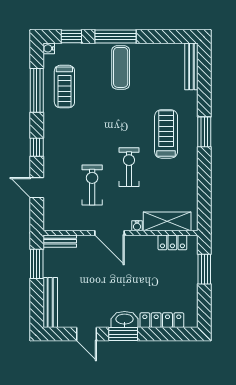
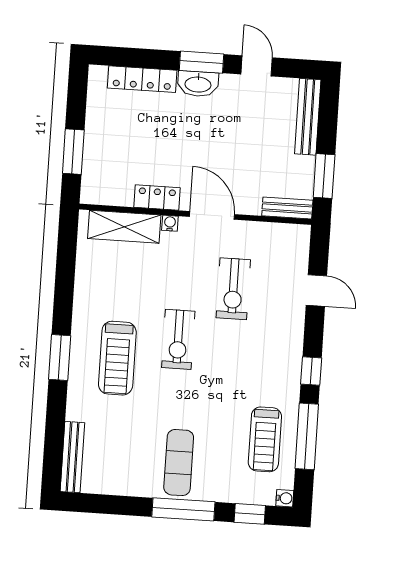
treadmill: (64, 87) -> (265, 439), turned 180
window: (37, 147) -> (311, 371), moved
exercise bike: (129, 167) -> (178, 339), moved
locker: (172, 242) -> (157, 197), moved

